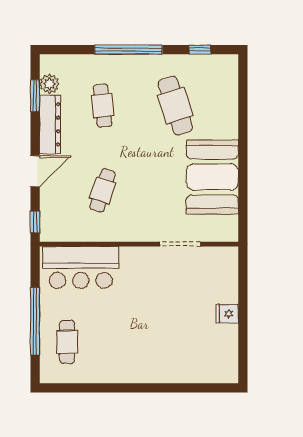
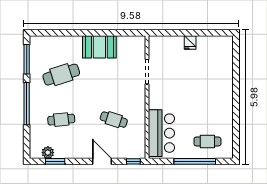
window: (200, 50) -> (27, 59), width x2.17
dresser: (50, 124) -> (73, 152), removed
booth: (212, 177) -> (99, 47), width x0.73, depth x0.70

